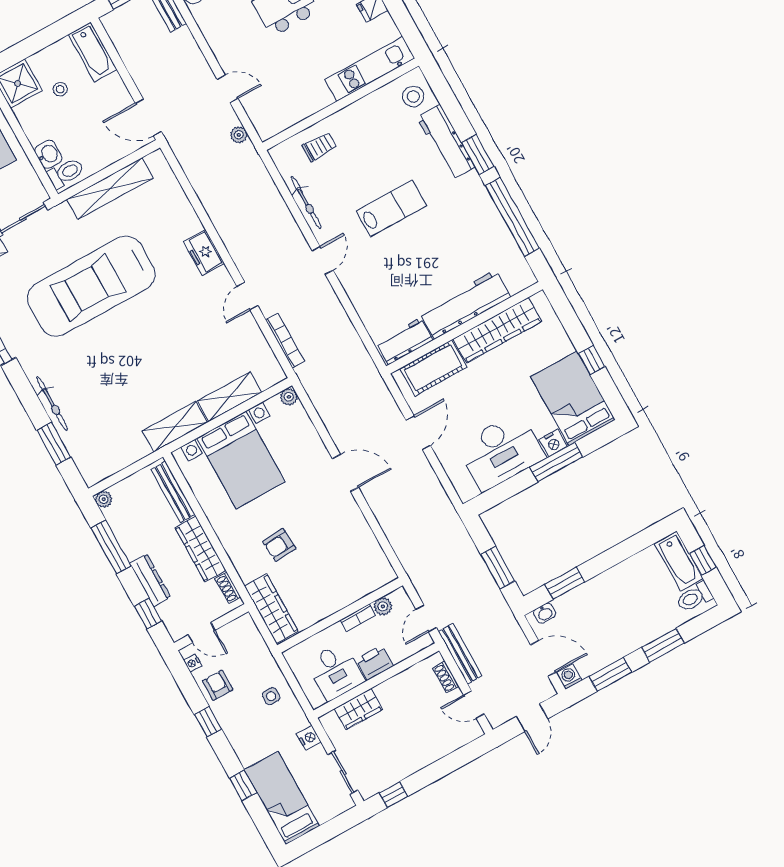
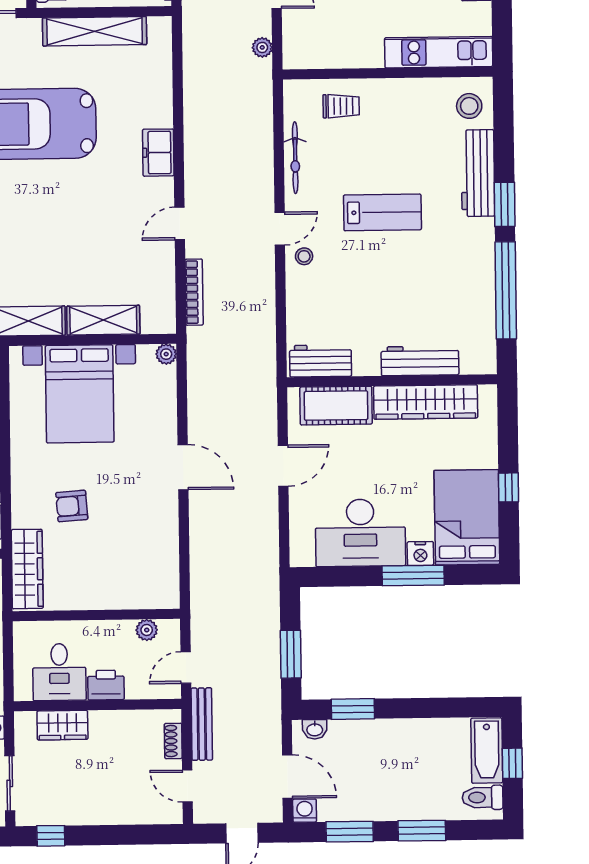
stool: (351, 271) -> (304, 256), added
workbench: (465, 304) -> (420, 361), width x0.73, depth x0.76
bookcase: (358, 618) -> (114, 628), removed

